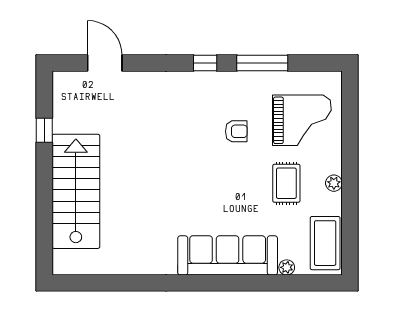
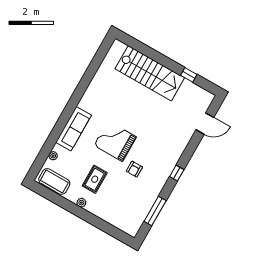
window: (262, 63) -> (155, 211), moved
grand piano: (302, 120) -> (115, 141), moved, turned 90
rug: (286, 183) -> (95, 179), turned 90
sofa: (228, 255) -> (74, 129), width x0.74, depth x0.79

